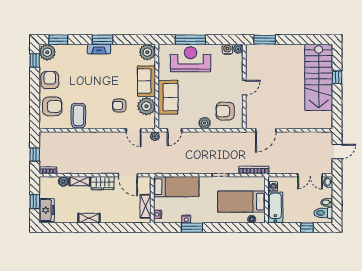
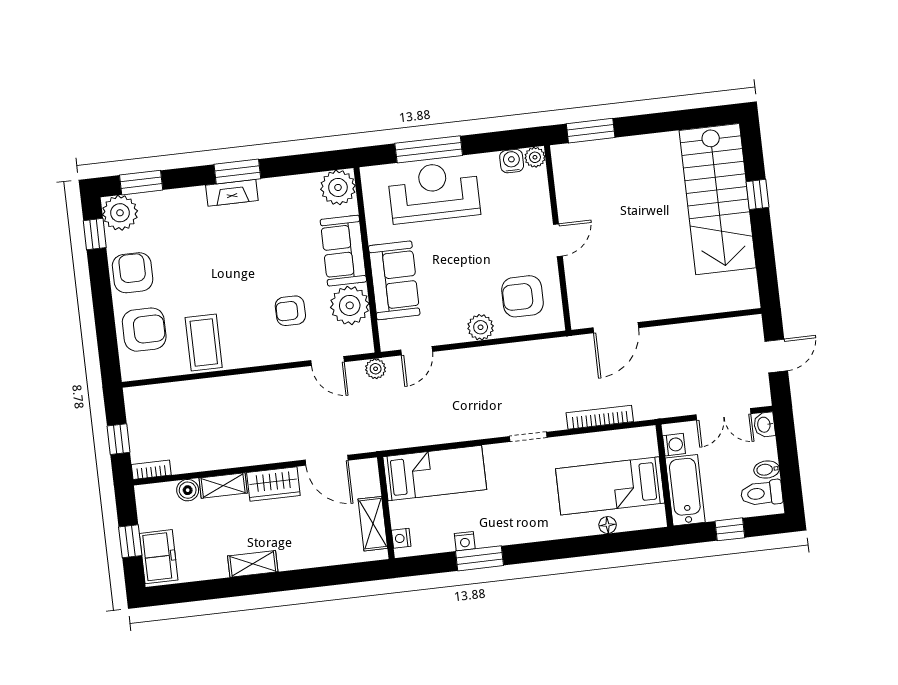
washing machine: (273, 186) -> (674, 445), moved
wall: (267, 200) -> (664, 476), moved
bed: (241, 202) -> (610, 486), moved
bathtub: (275, 207) -> (685, 490), moved

